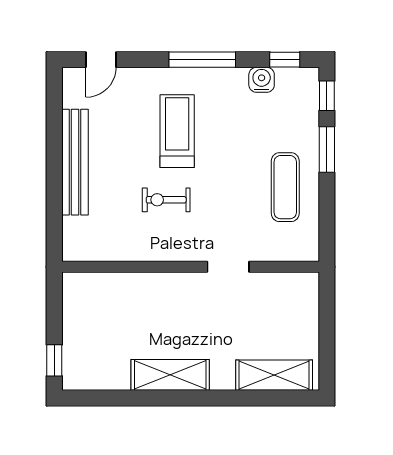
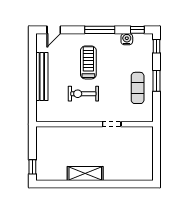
window: (327, 149) -> (157, 81), moved
exercise bike: (166, 200) -> (83, 94), width x1.38, depth x1.39
shelving: (274, 375) -> (132, 174), removed

